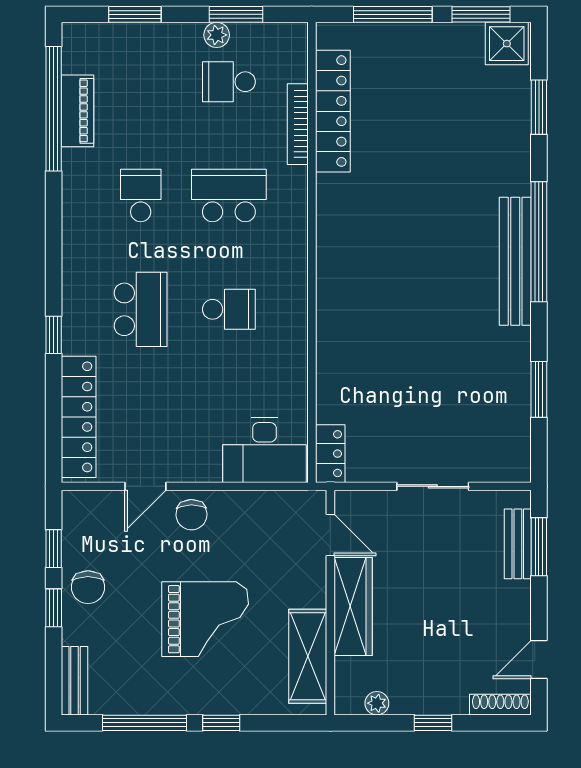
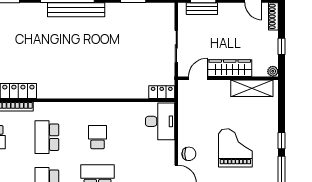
door: (330, 535) -> (198, 78), moved
wall: (330, 603) -> (228, 78), moved
wardrobe: (353, 607) -> (230, 68), moved
shelving: (308, 656) -> (252, 88), moved

